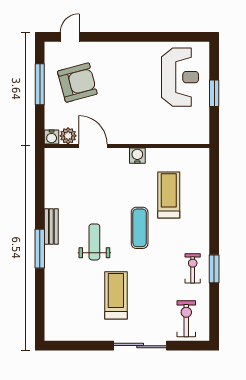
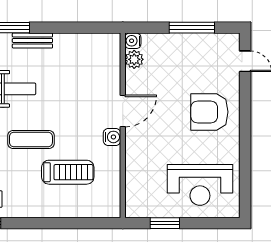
armchair: (77, 83) -> (209, 112), moved, turned 105
window: (214, 93) -> (165, 223), moved
door: (93, 146) -> (123, 111), moved

